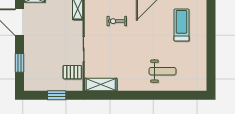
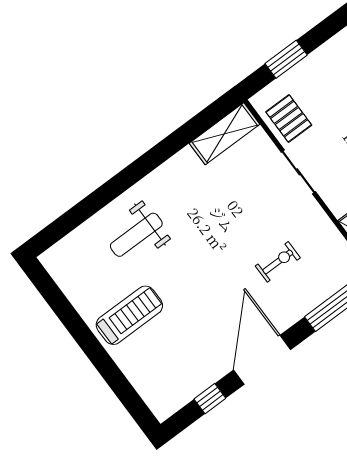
treadmill: (182, 25) -> (129, 315), moved, turned -90
pallet: (72, 72) -> (289, 119), turned 90

